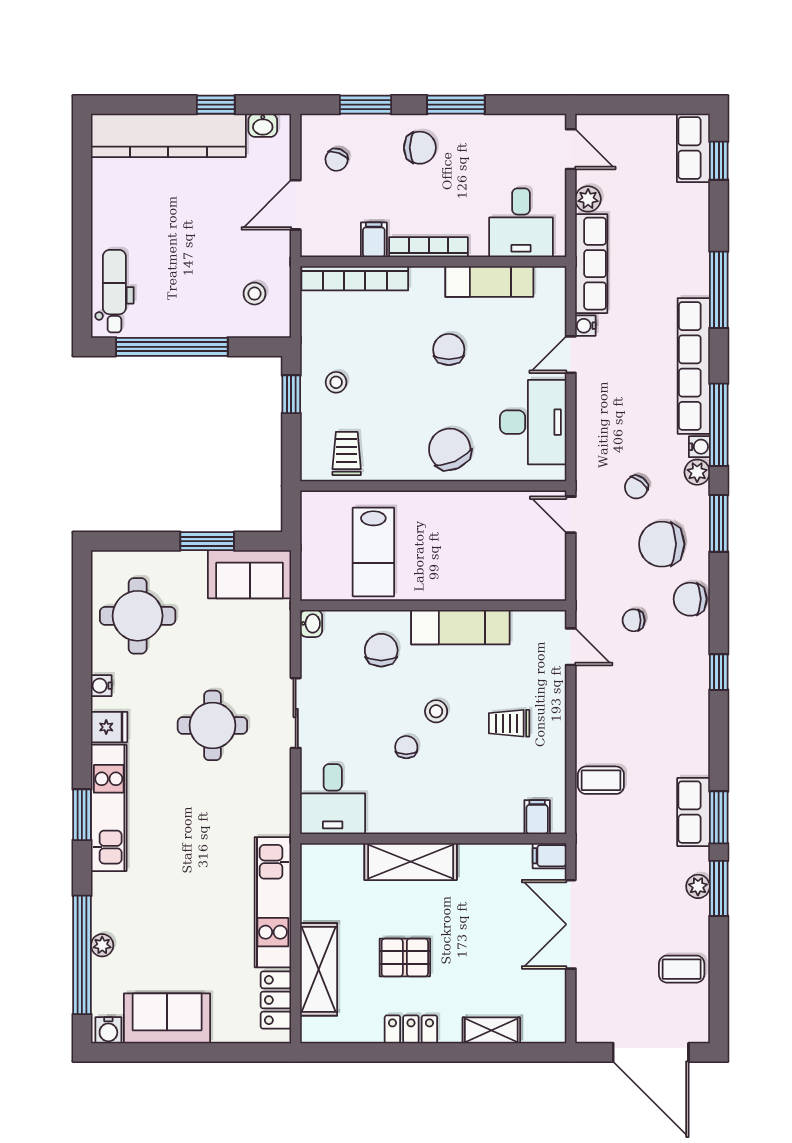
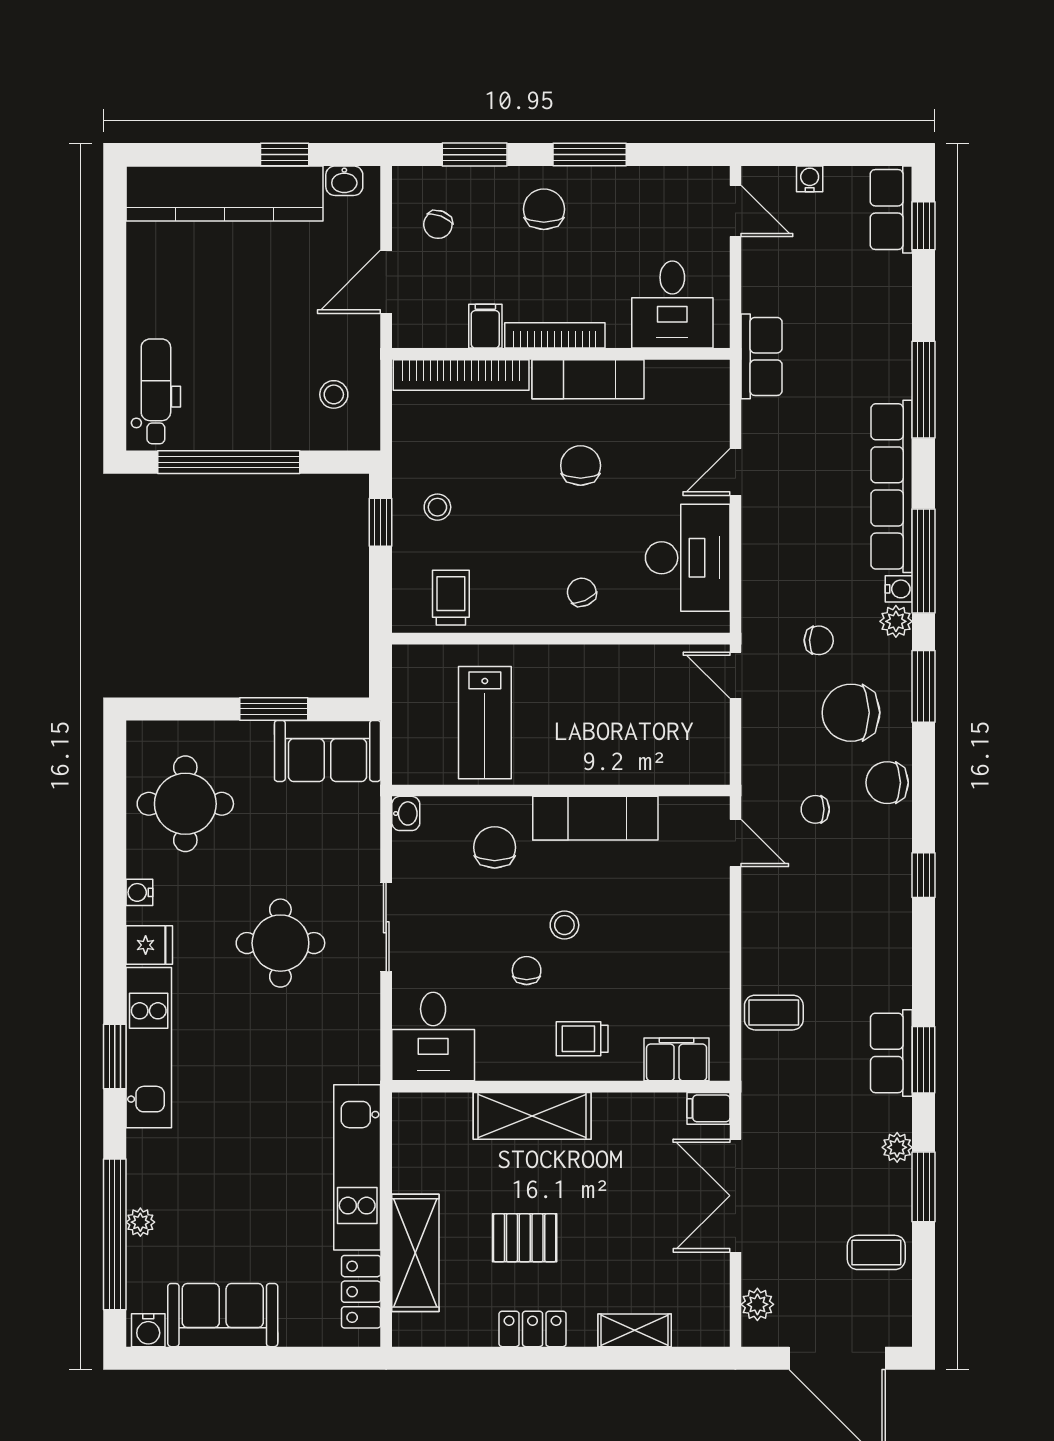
chair: (420, 148) -> (544, 209), turned -90
plant: (588, 199) -> (757, 1304), moved
row of seats: (591, 264) -> (762, 356), width x0.68
exam couch: (489, 282) -> (588, 379), moved
water cooler: (585, 326) -> (810, 179), moved, turned 90
chair: (450, 449) -> (582, 592), width x0.54, depth x0.54
chair: (636, 487) -> (819, 640), turned -125
trolley: (509, 723) -> (582, 1039), moved
filing cabinet: (537, 817) -> (677, 1059), width x2.00
window: (719, 888) -> (923, 1187), moved

